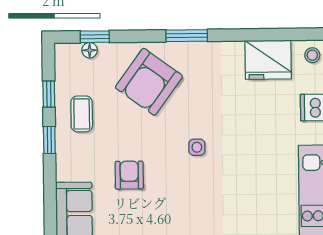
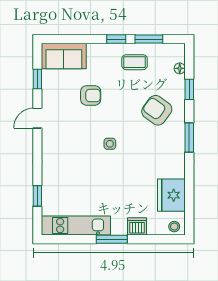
window: (95, 37) -> (189, 89), moved
armchair: (149, 82) -> (157, 110), width x0.73, depth x0.73
window: (49, 94) -> (149, 39), width x1.50

